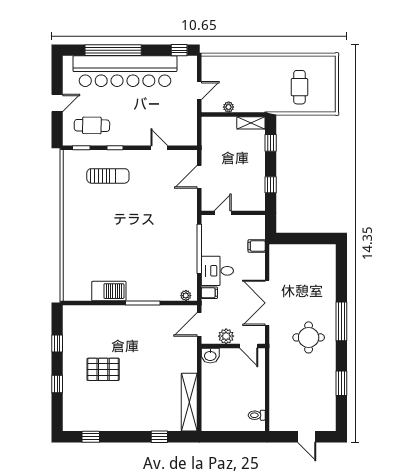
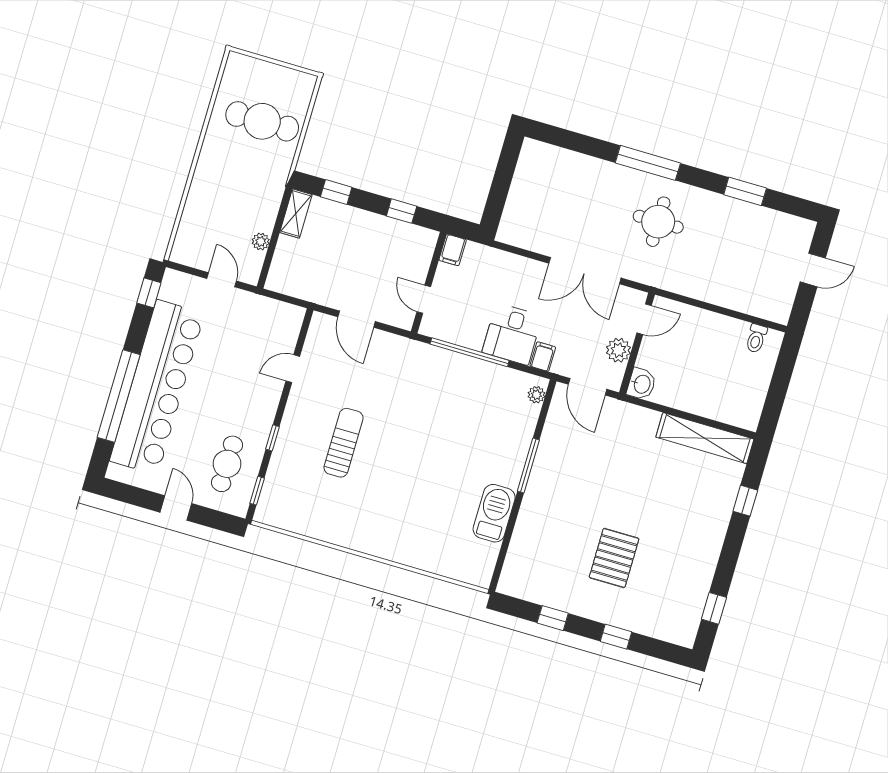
cafe table: (299, 87) -> (262, 121), width x1.37, depth x1.35
sun lounger: (108, 176) -> (344, 443), moved
filing cabinet: (257, 246) -> (453, 250), moved

